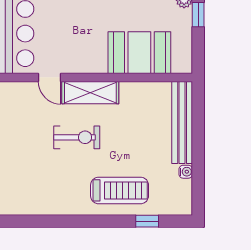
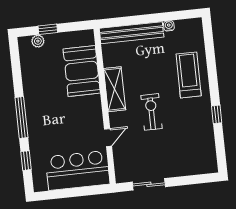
shelving: (90, 93) -> (115, 89), moved
window: (147, 221) -> (217, 114), moved

